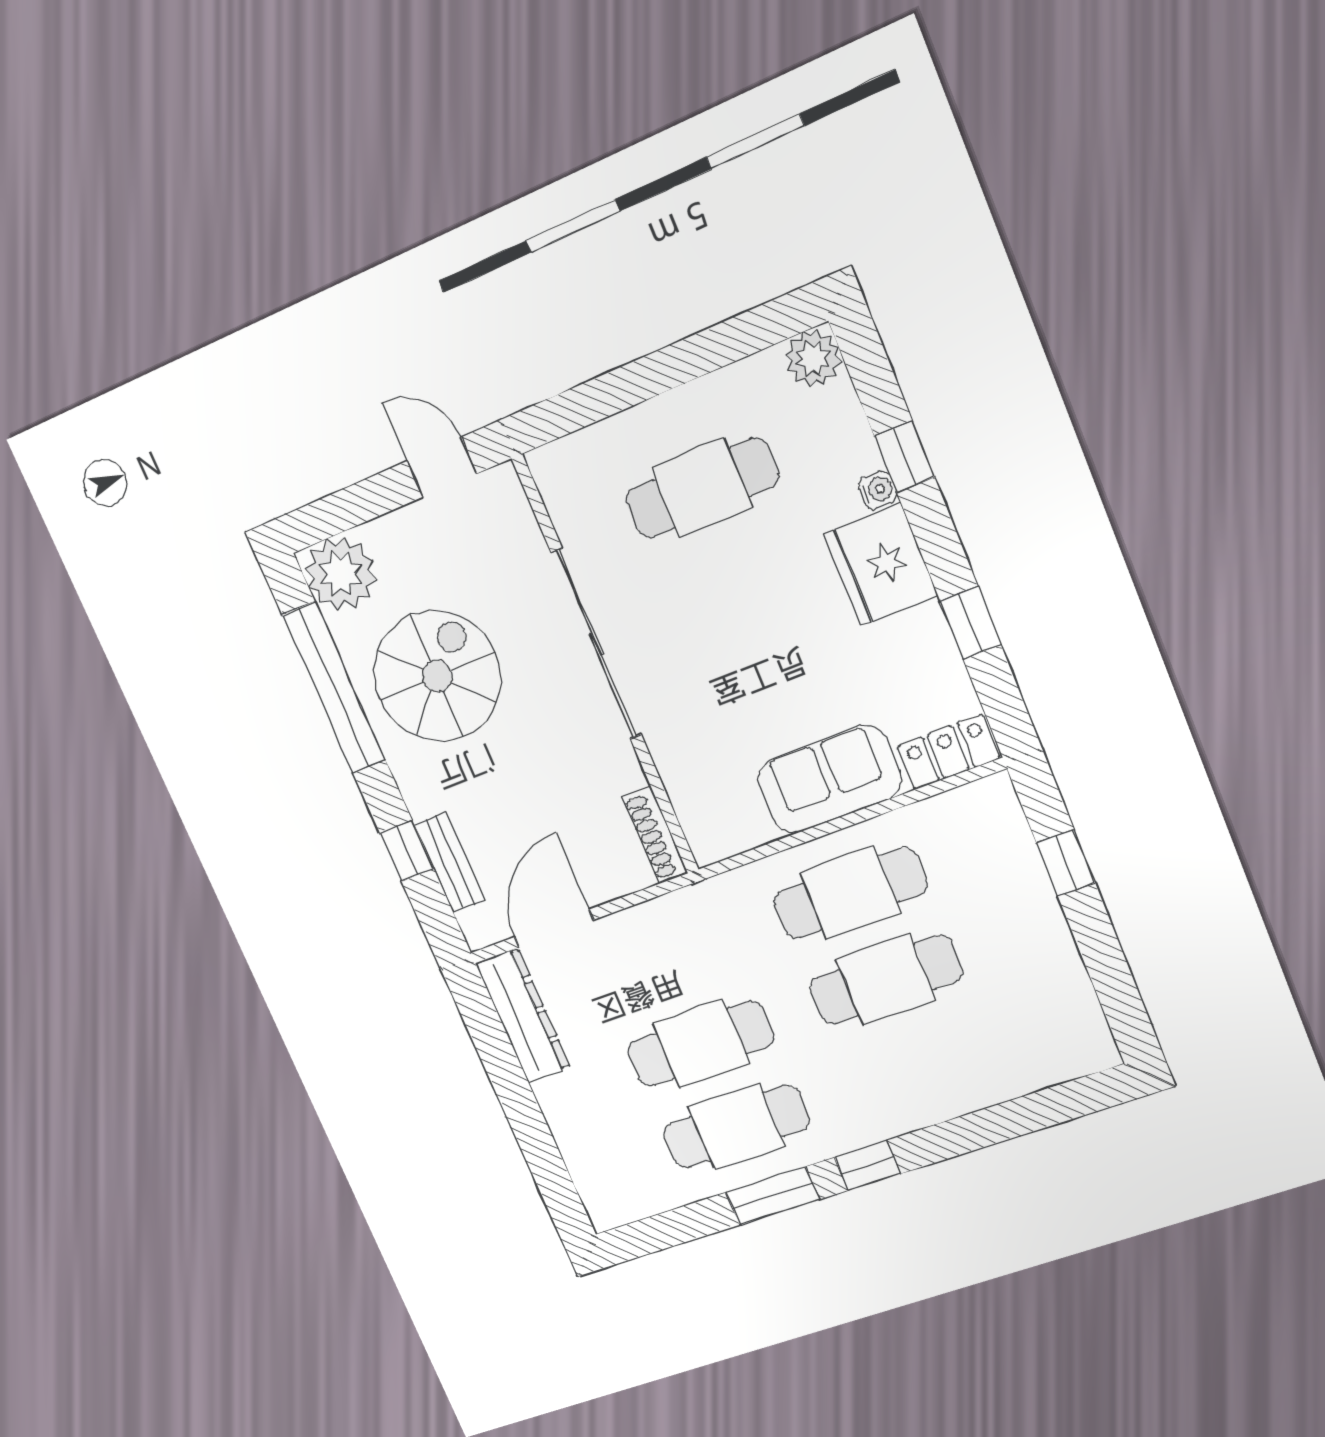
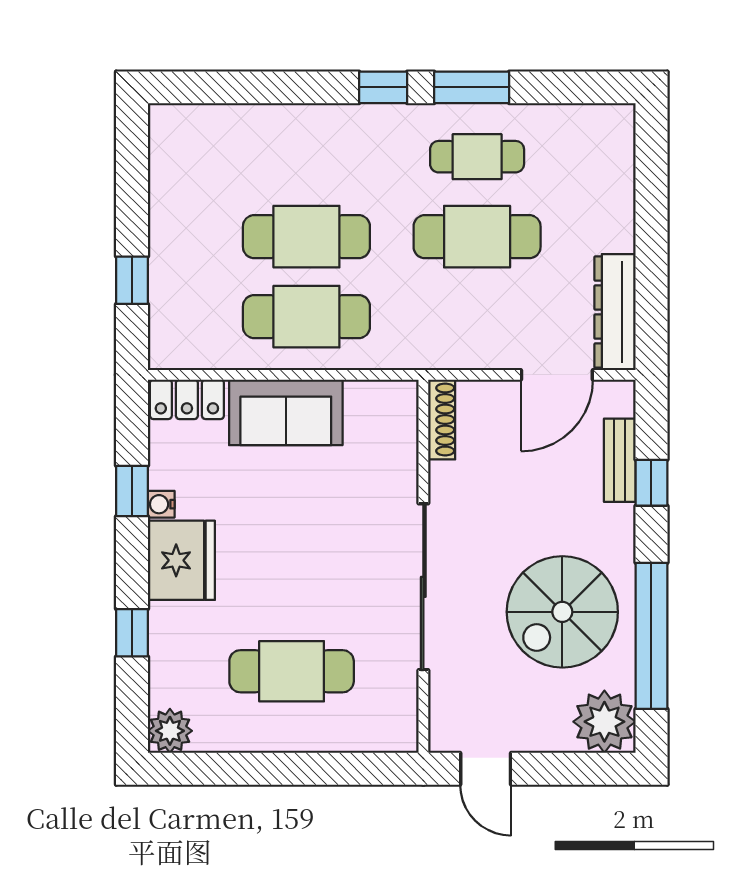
water cooler: (878, 490) -> (161, 504), moved
cafe table: (736, 1127) -> (477, 157), width x0.73, depth x0.74

